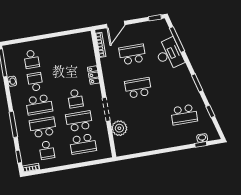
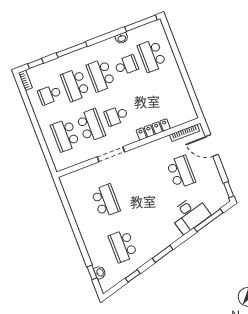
school desk: (31, 59) -> (152, 56), width x1.85
locker: (94, 75) -> (153, 130), width x1.53
school desk: (138, 88) -> (106, 201), moved
school desk: (43, 127) -> (75, 85), turned 180
plant: (119, 128) -> (92, 174), removed

